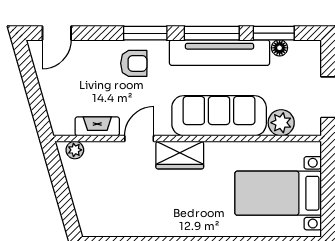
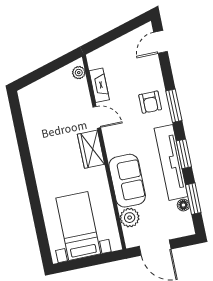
door: (57, 33) -> (161, 42), hinge flipped
window: (212, 33) -> (184, 154), width x0.69
sofa: (219, 116) -> (127, 181), width x0.73

